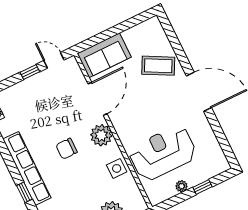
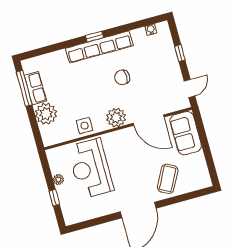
window: (30, 72) -> (180, 53), moved
chair: (67, 149) -> (122, 77), moved, turned -90
reception desk: (163, 153) -> (91, 168), turned 180
window: (24, 192) -> (94, 37), moved

